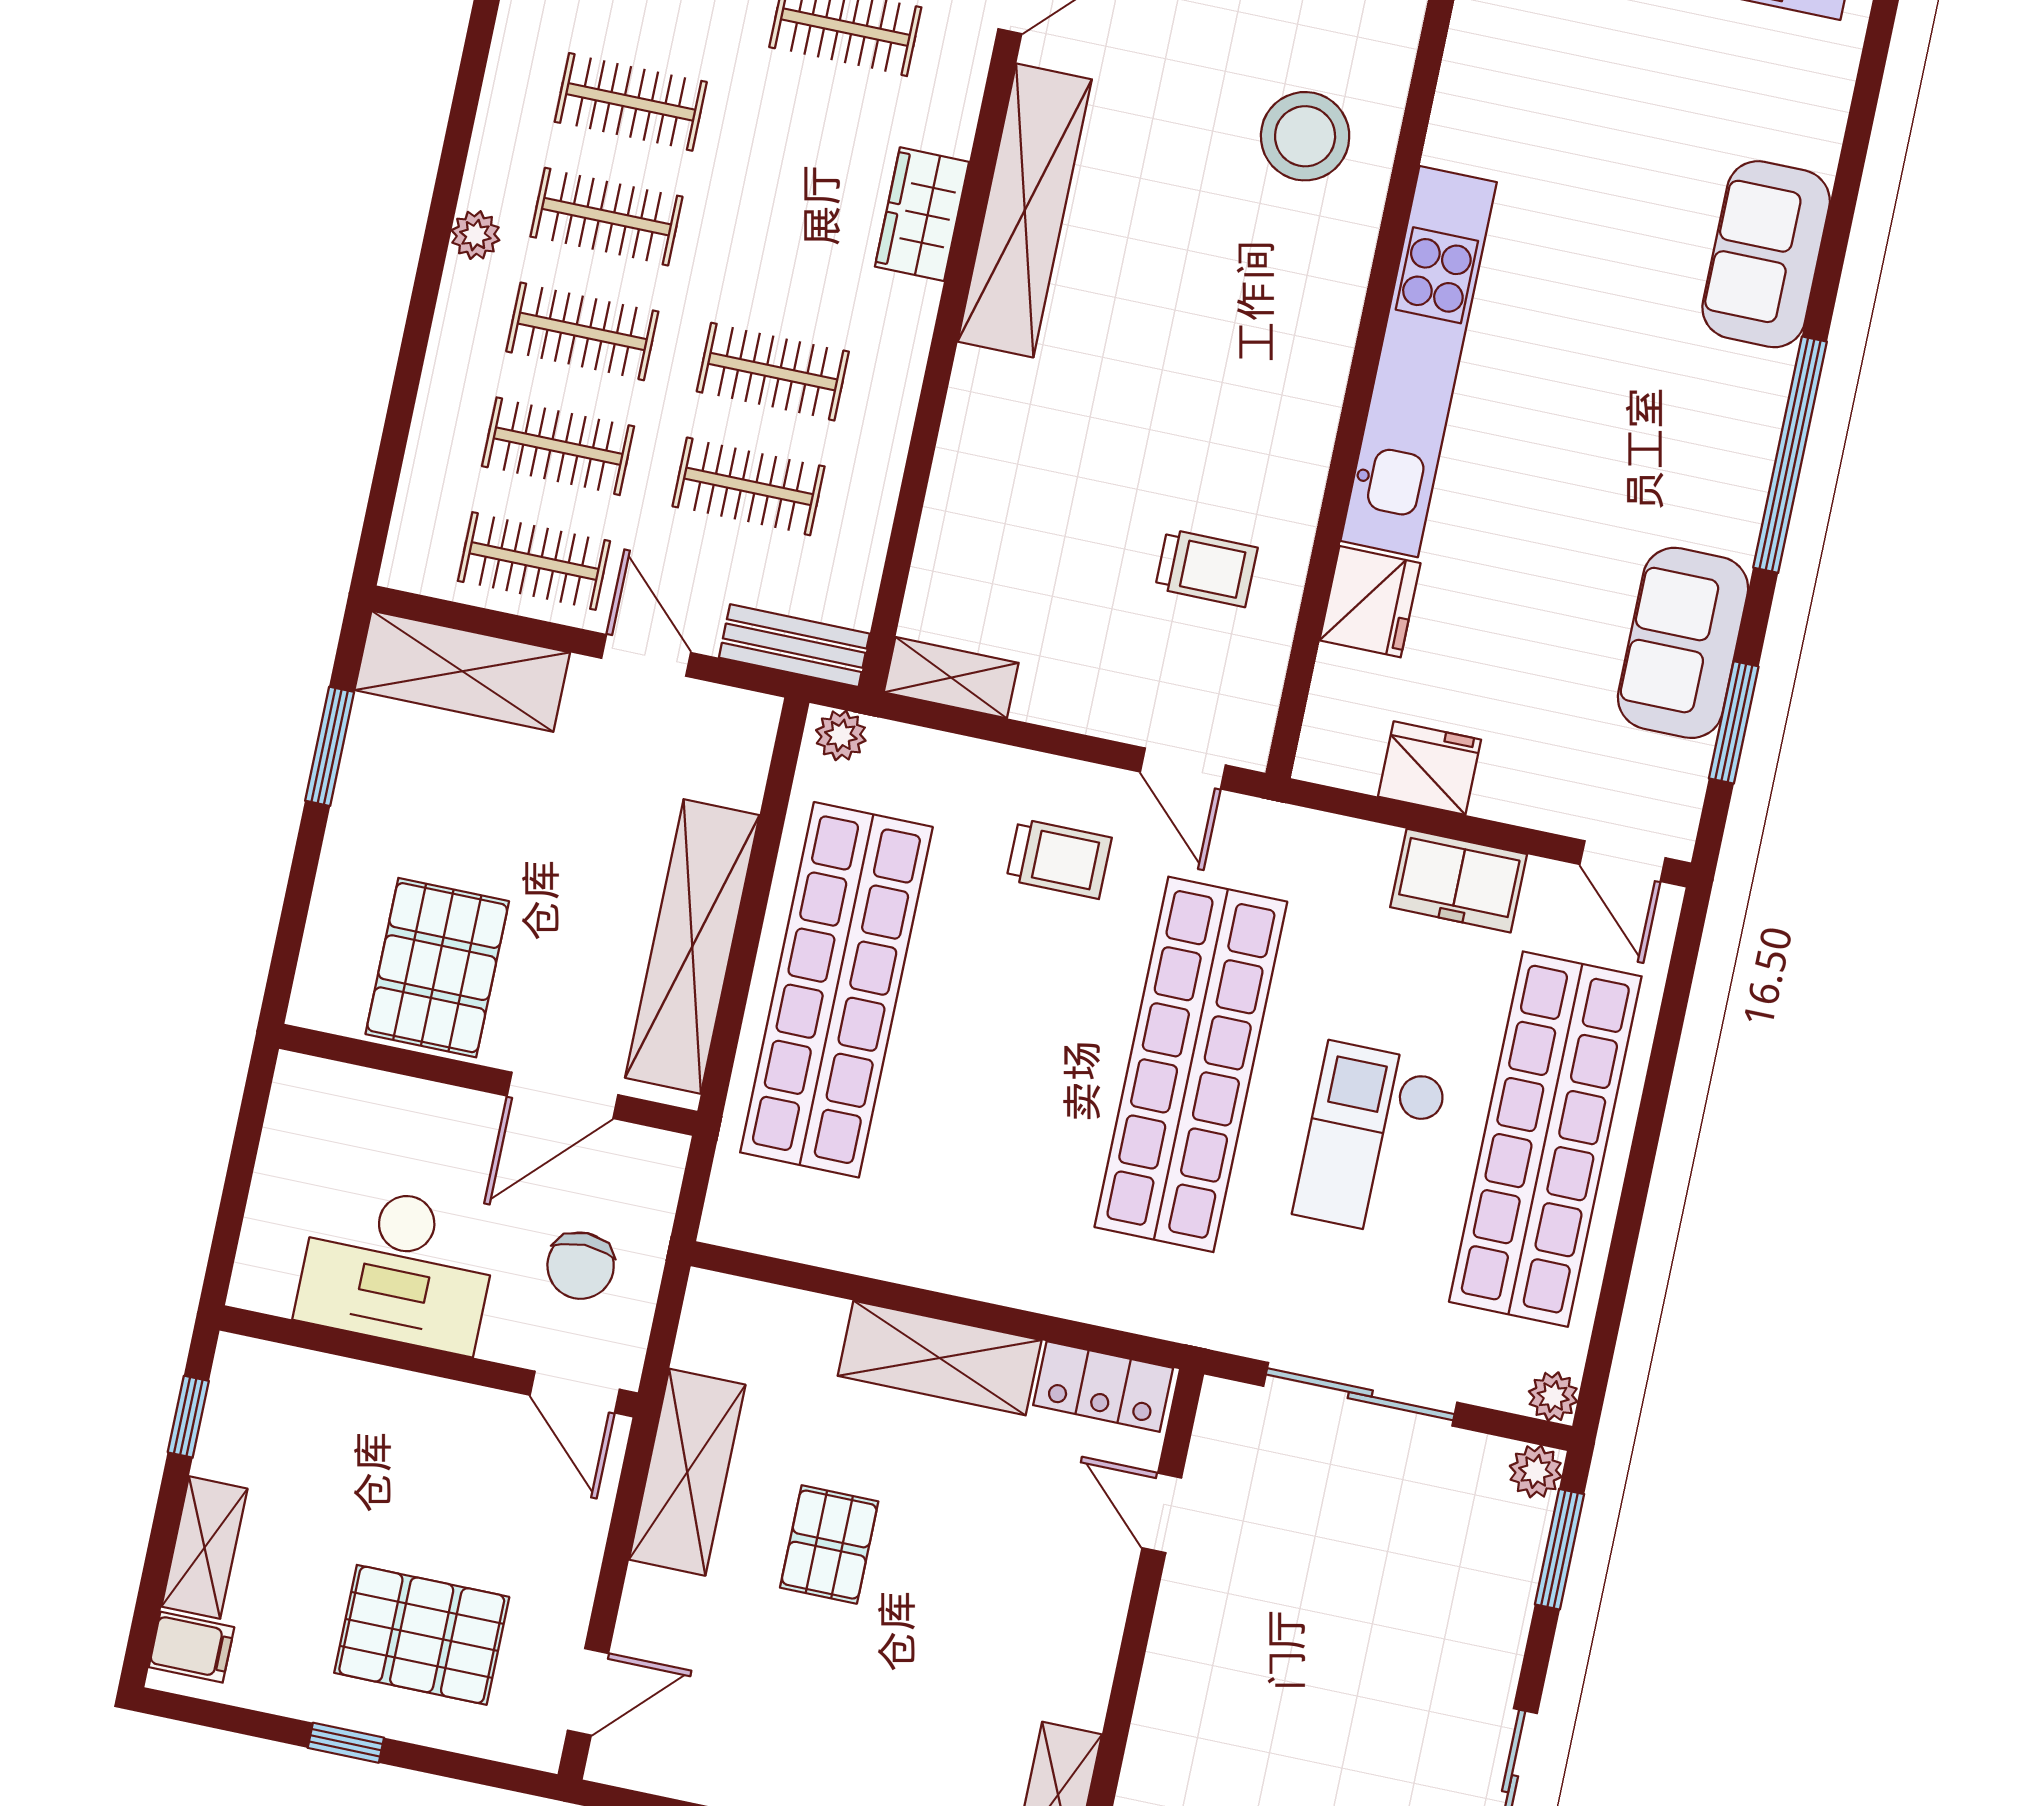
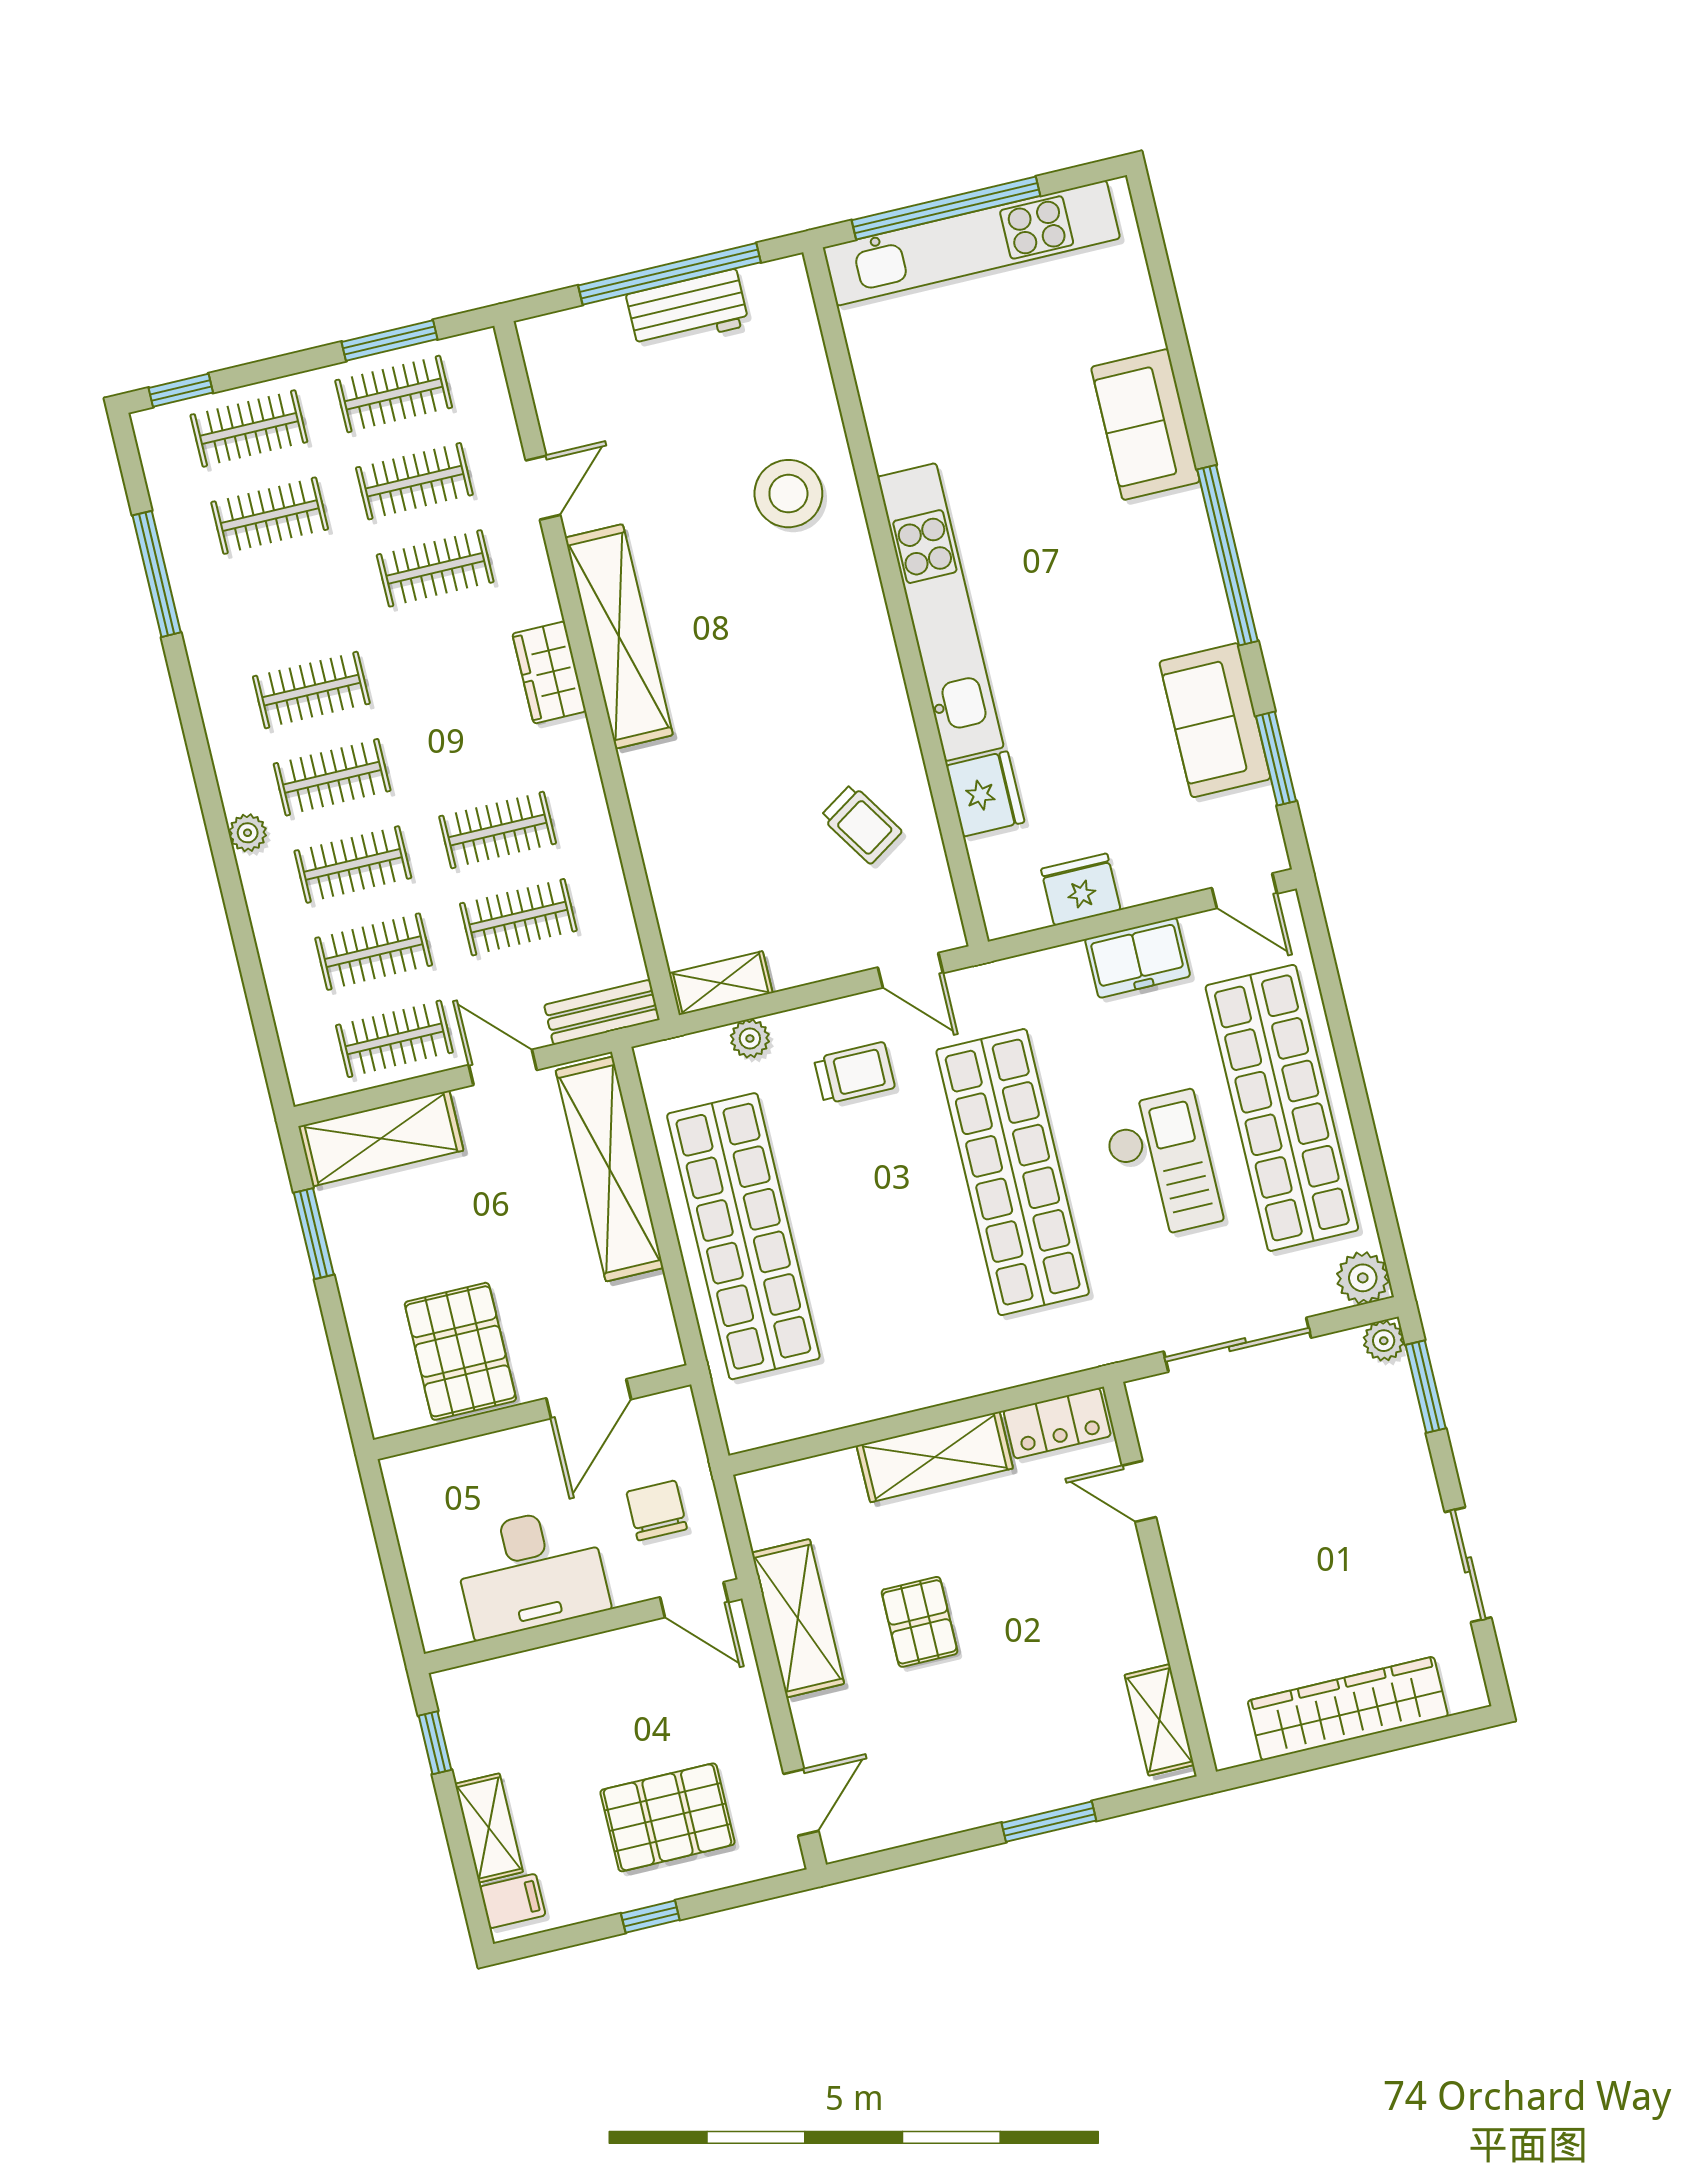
trolley: (1206, 568) -> (861, 824), turned 57
plant: (841, 735) -> (750, 1039), moved
shelving: (692, 946) -> (610, 1169), moved
checkout: (1371, 1140) -> (1162, 1165), turned 180
chair: (581, 1266) -> (657, 1510), turned 180
plant: (1553, 1396) -> (1363, 1278), width x1.38, depth x1.38

